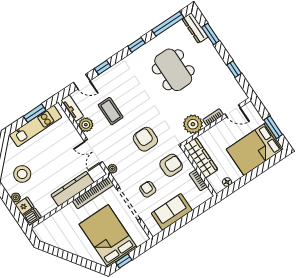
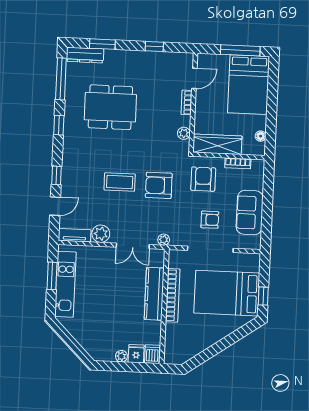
coffee table: (111, 111) -> (120, 182), moved
plant: (193, 124) -> (184, 133), width x0.53, depth x0.53
window: (273, 127) -> (240, 50), width x1.44
stool: (22, 174) -> (103, 333), removed
armchair: (148, 189) -> (210, 220), turned 180
bookcase: (93, 193) -> (173, 295), moved

